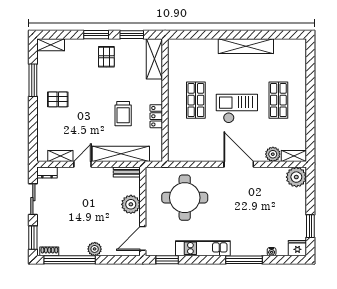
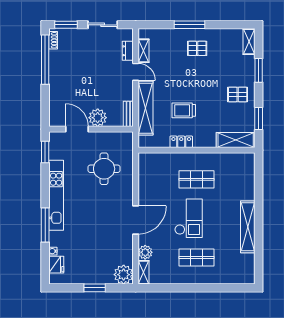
window: (96, 35) -> (259, 70), moved
window: (33, 80) -> (190, 25), moved
pallet: (58, 99) -> (197, 48), turned 90
dresser: (47, 173) -> (128, 51), moved
round table: (185, 198) -> (104, 169), width x0.73, depth x0.73
window: (310, 226) -> (95, 288), moved
door: (143, 238) -> (77, 129), moved
kitchen unit: (203, 248) -> (56, 195), width x1.36
fridge: (297, 248) -> (56, 265), moved
plant: (95, 249) -> (55, 83), removed

